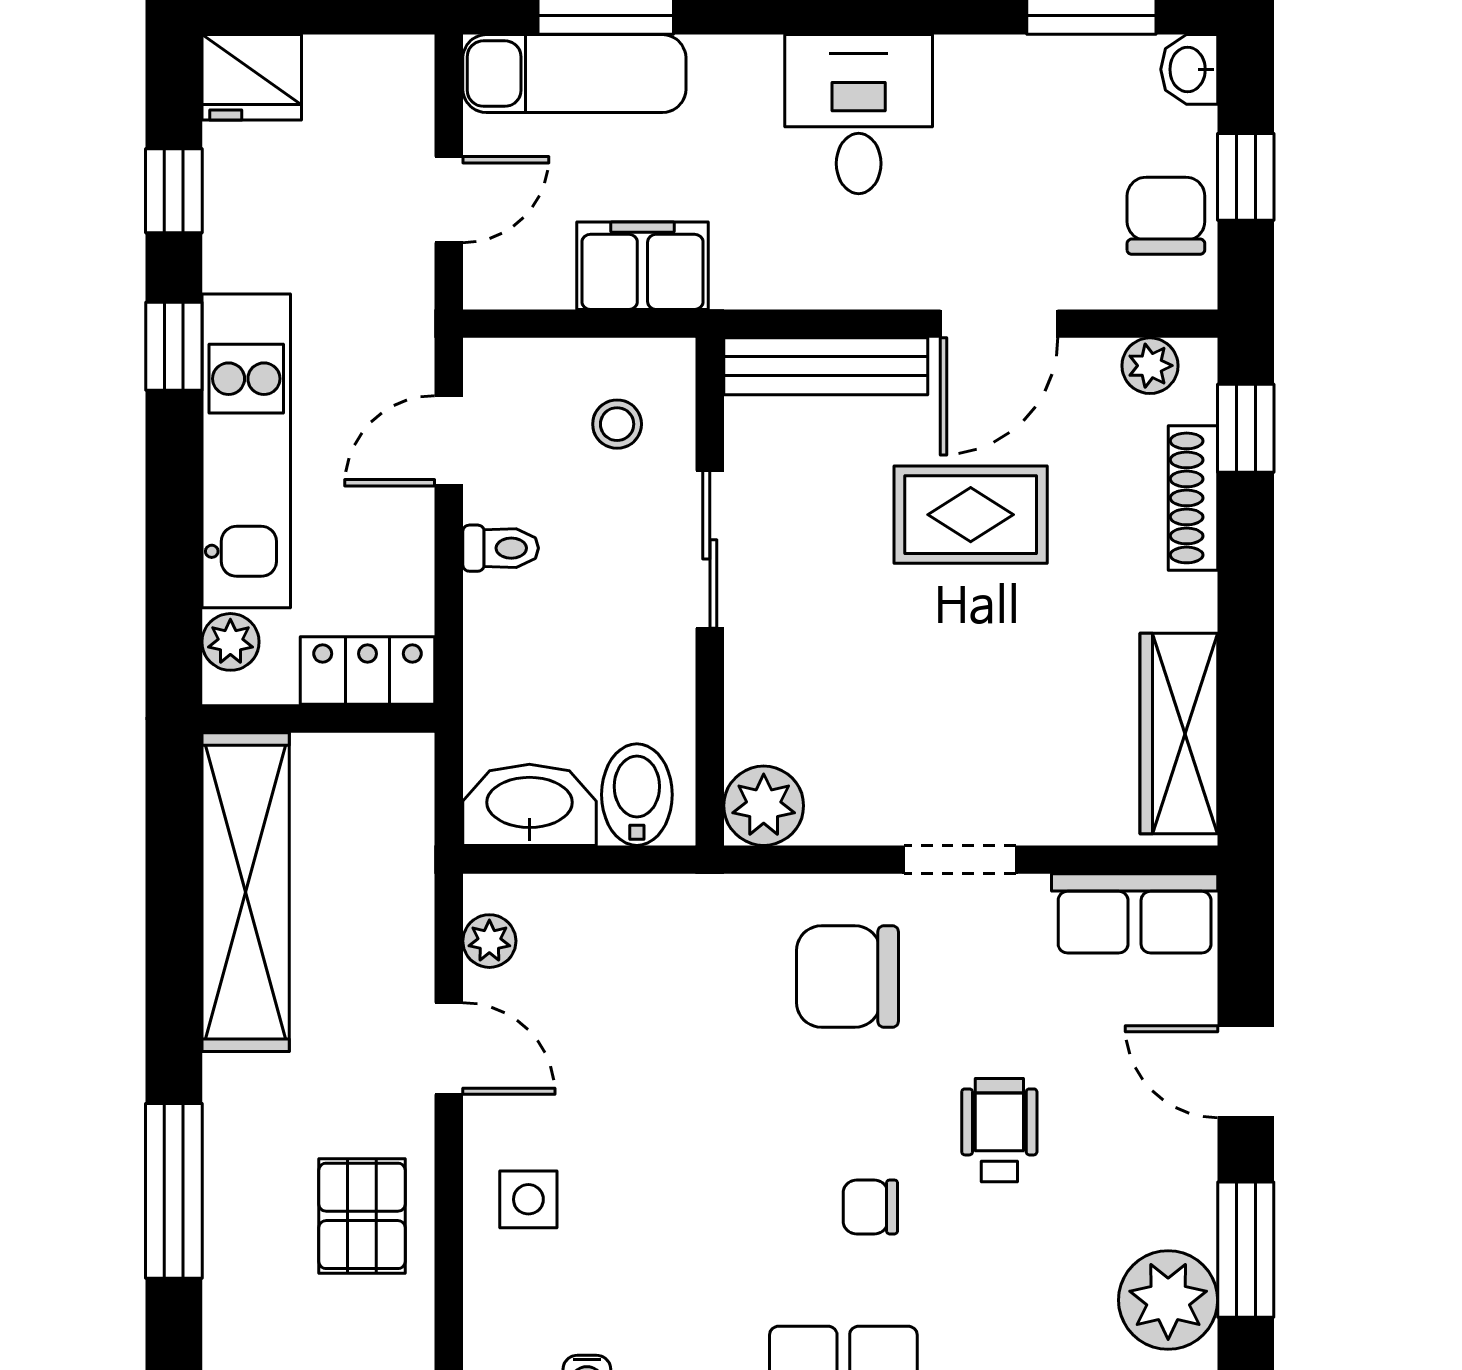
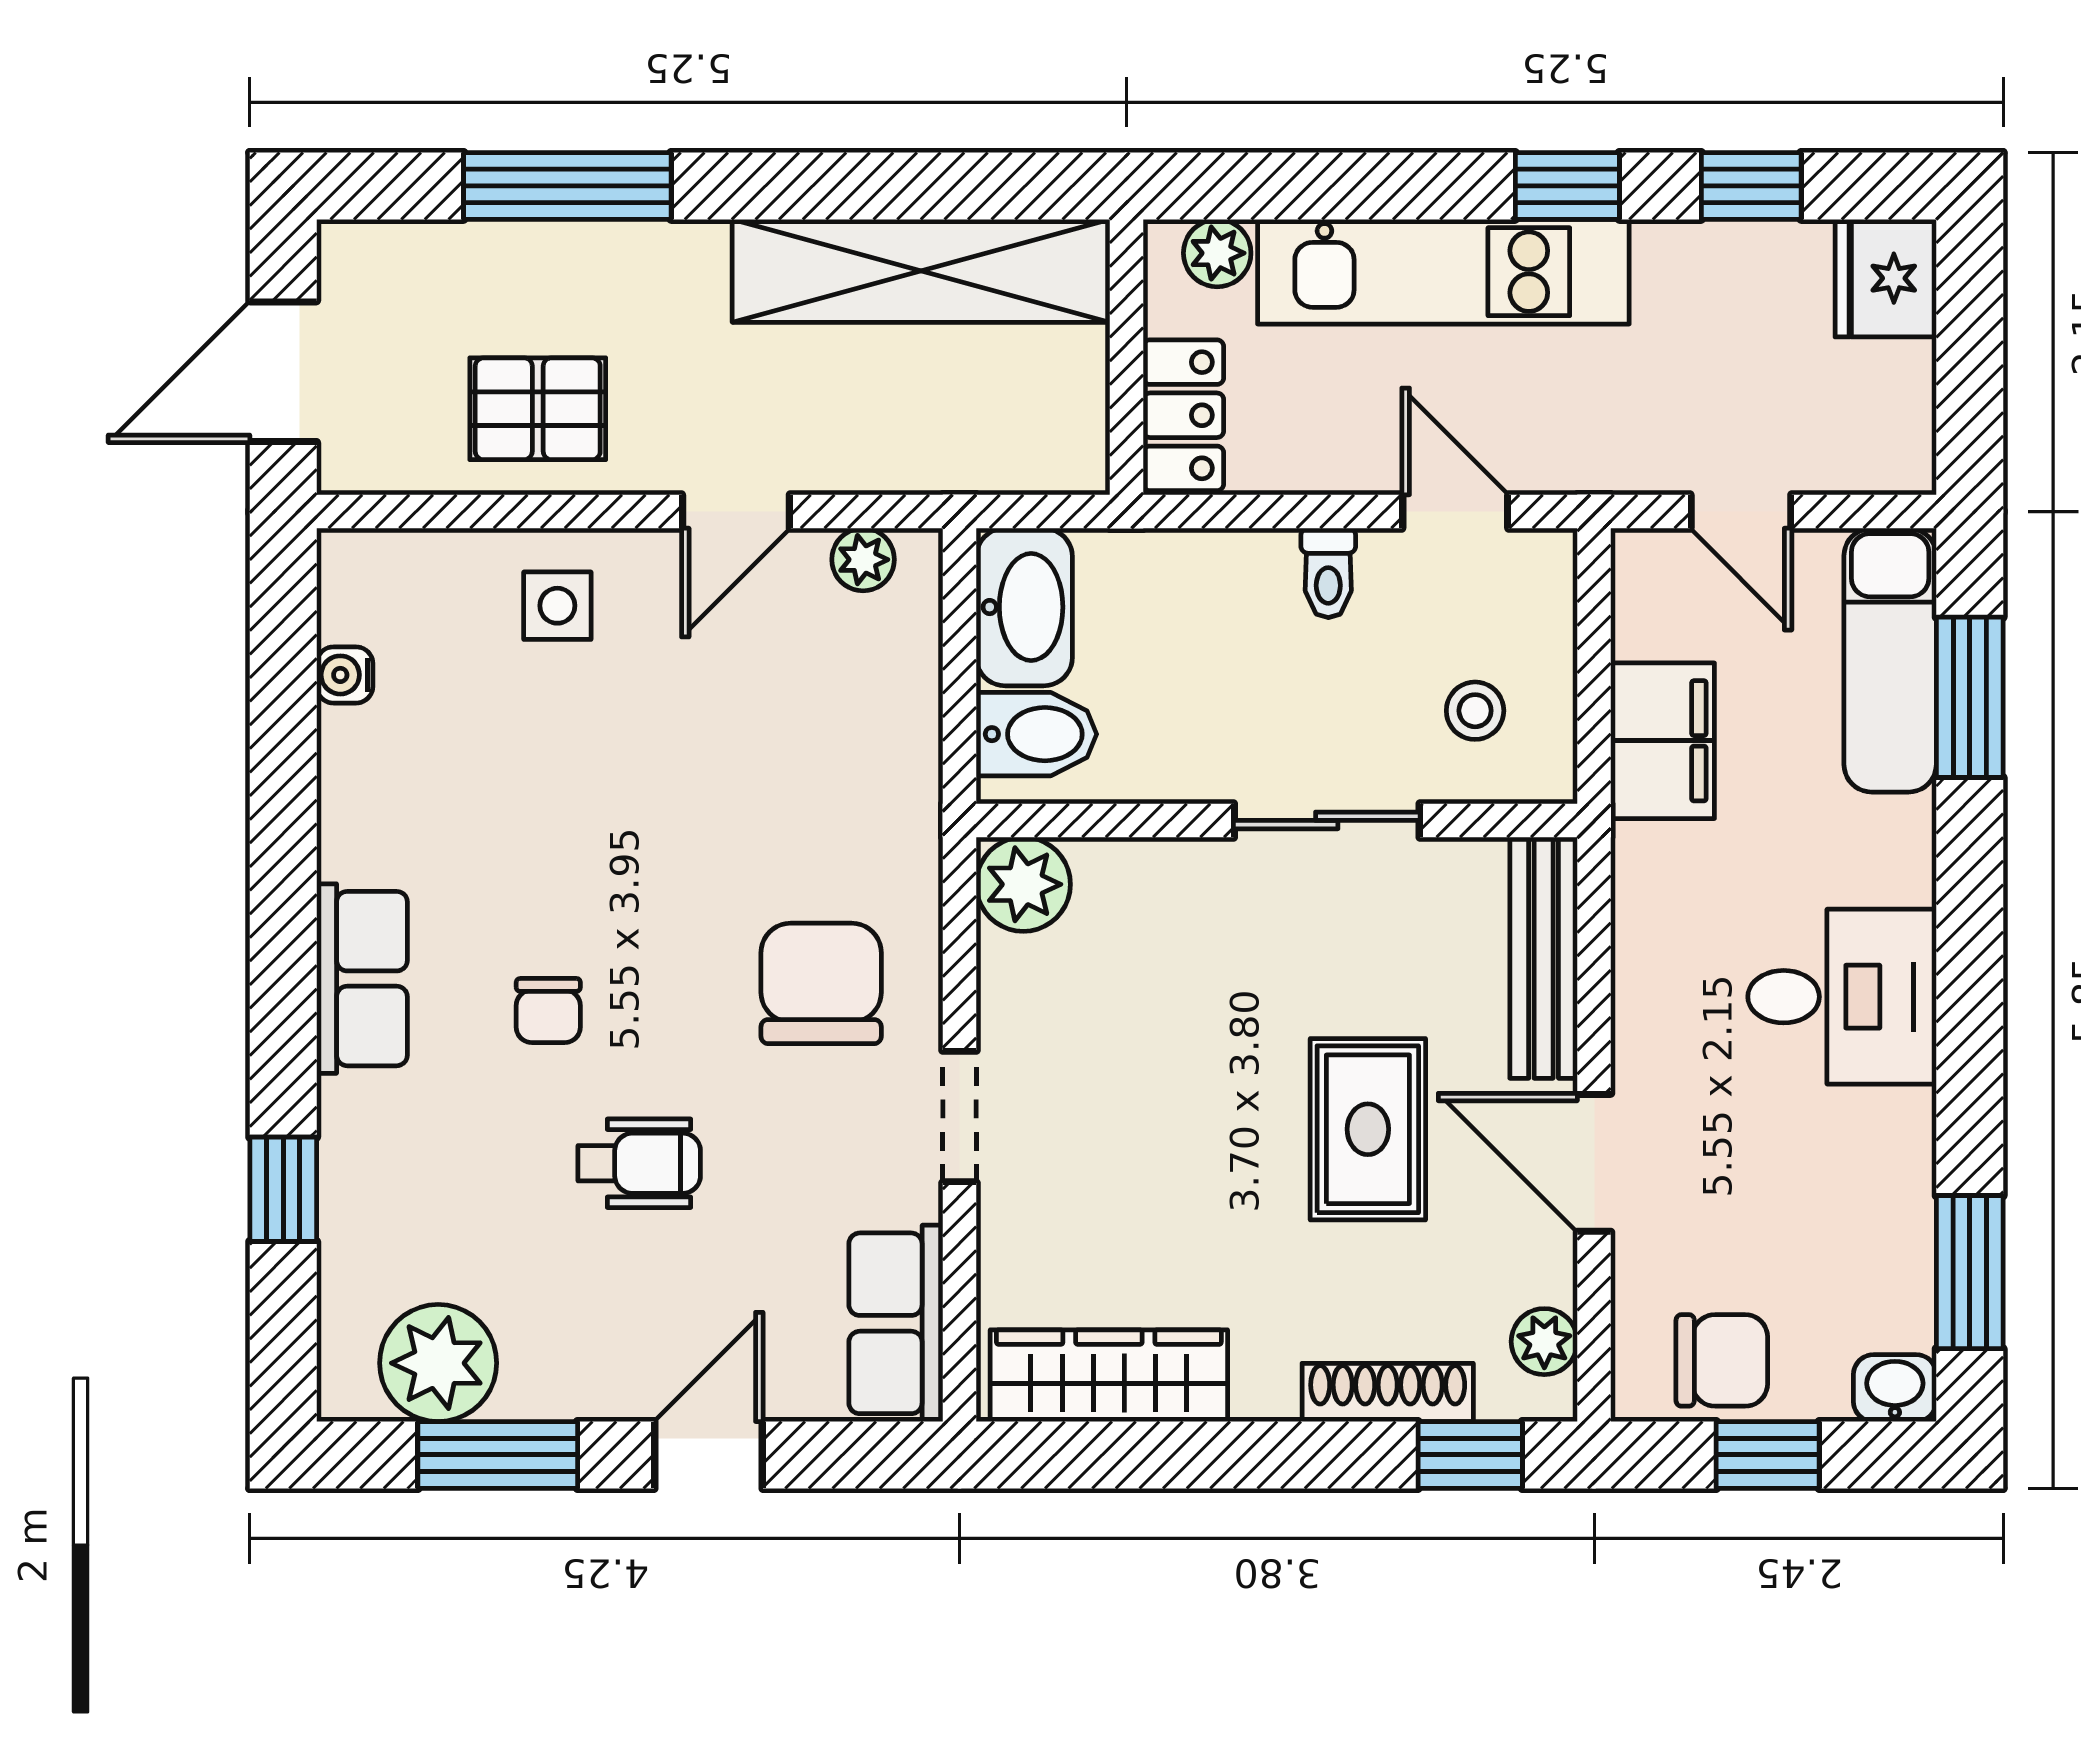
chair: (870, 1207) -> (548, 1011), turned 180

